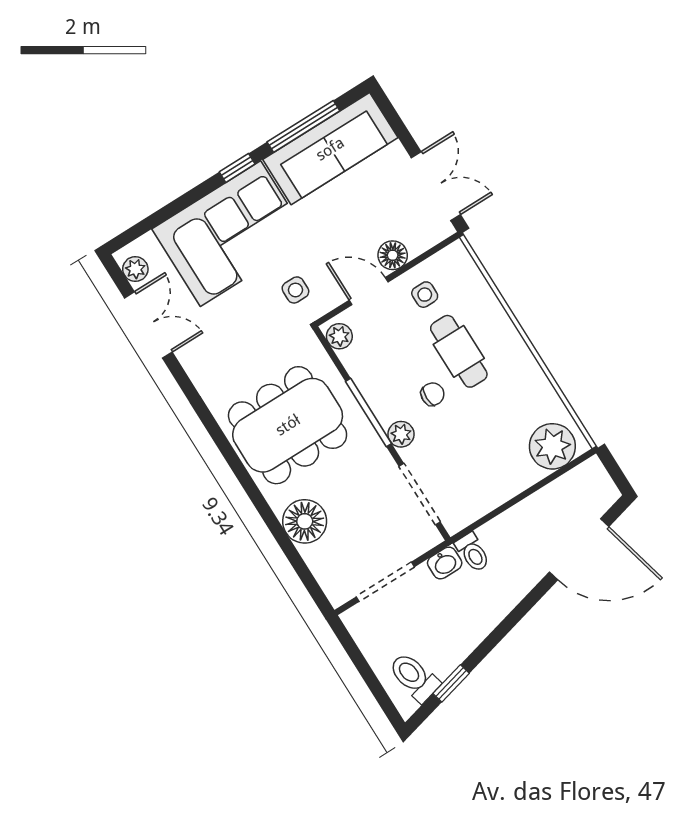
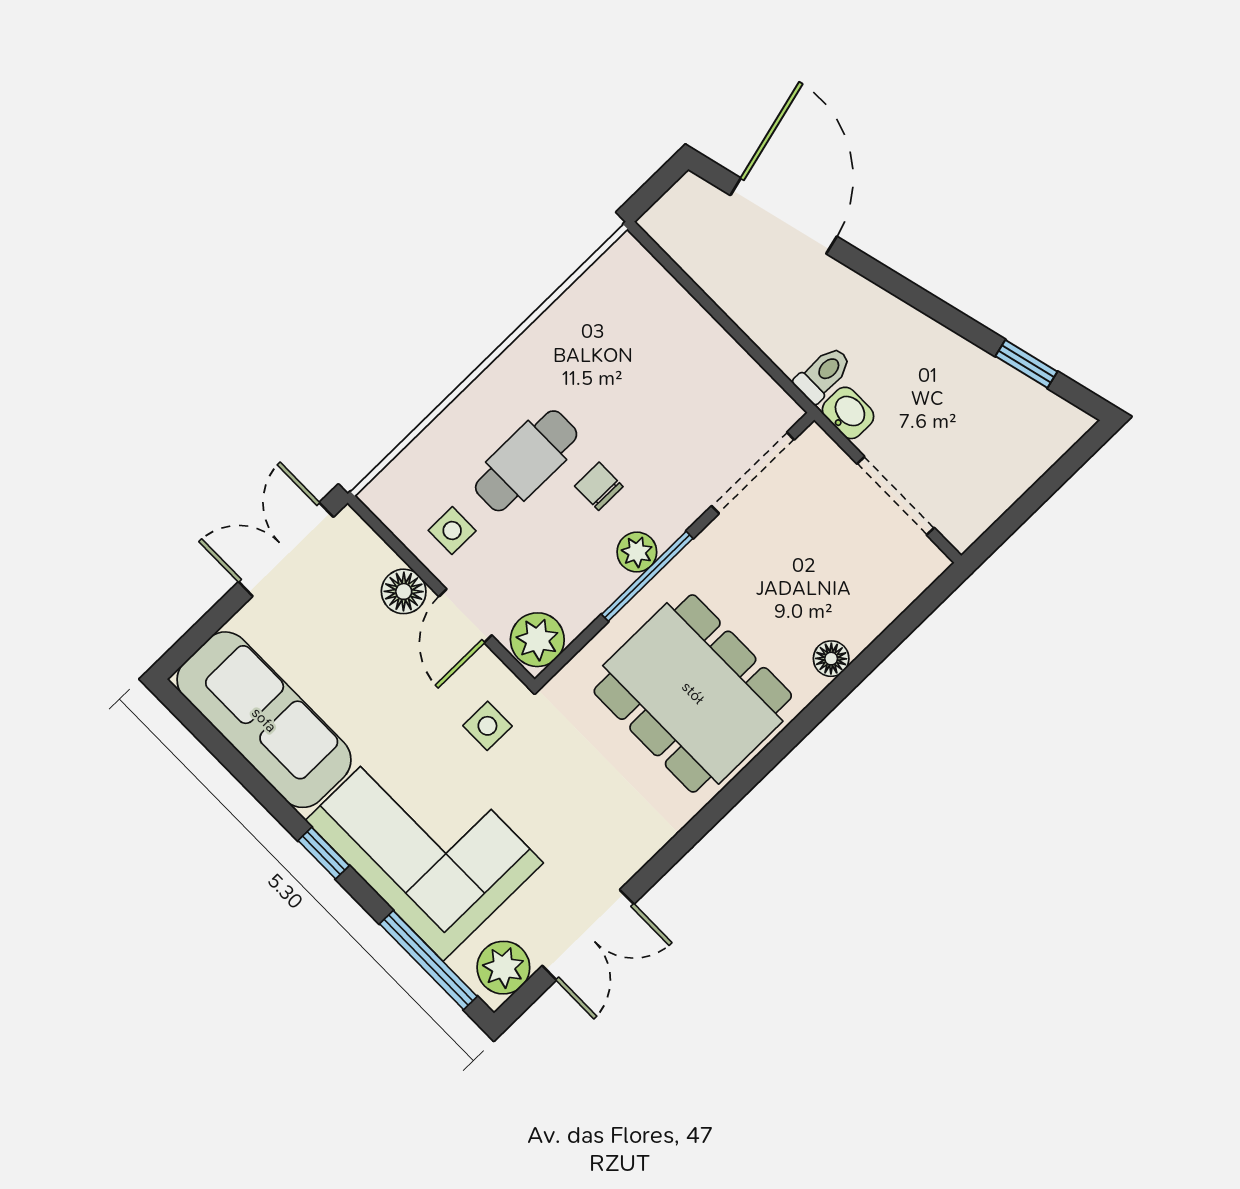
window: (303, 126) -> (428, 960), moved
plant: (135, 269) -> (503, 968), width x1.38, depth x1.38
double door: (148, 325) -> (588, 935), swing flipped
plant: (339, 336) -> (537, 640), width x1.38, depth x1.38
plant: (401, 434) -> (637, 552), moved
plant: (552, 446) -> (638, 289), removed
floor lamp: (305, 521) -> (831, 659), width x0.53, depth x0.53
toilet: (414, 677) -> (1029, 421), removed

